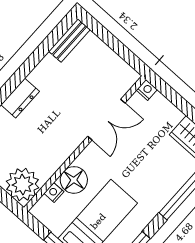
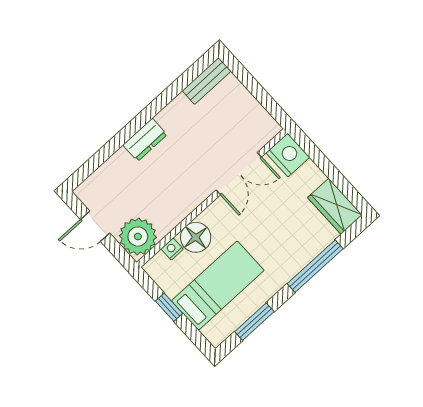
nightstand: (147, 90) -> (288, 155), width x1.89, depth x1.79

